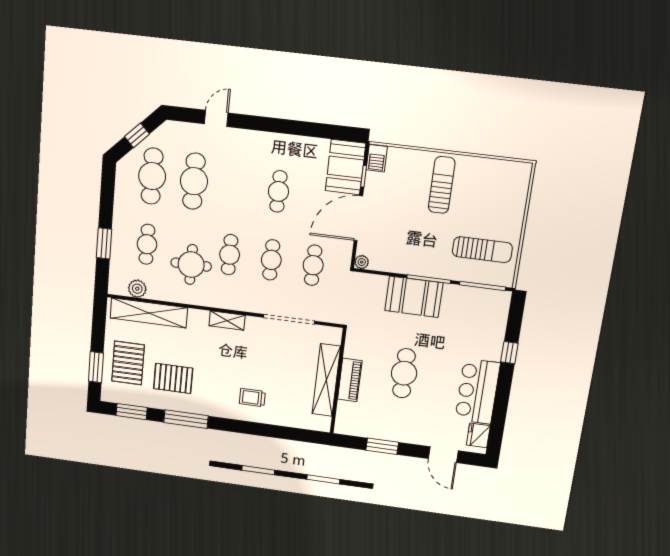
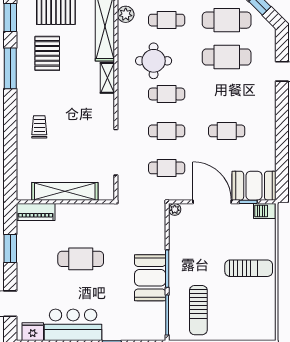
booth: (414, 297) -> (150, 278), moved
shelving: (227, 320) -> (107, 78), moved
piano: (350, 380) -> (36, 212), moved

